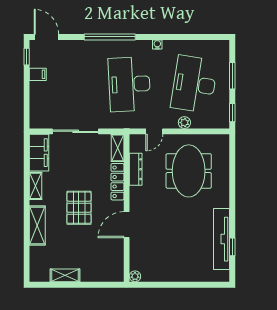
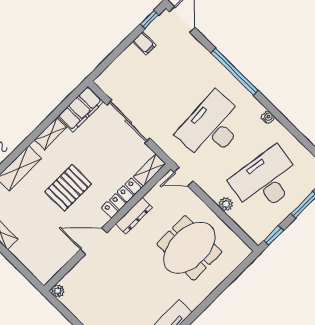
door: (154, 131) -> (184, 177), moved
dresser: (136, 169) -> (134, 216), moved

